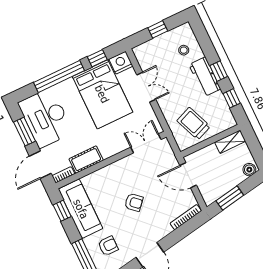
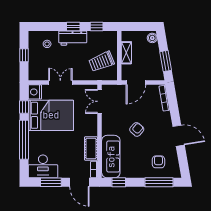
desk: (46, 118) -> (43, 166), width x0.73, depth x0.77
shelving: (230, 142) -> (126, 53), moved
sofa: (81, 209) -> (111, 157), moved, turned 90

